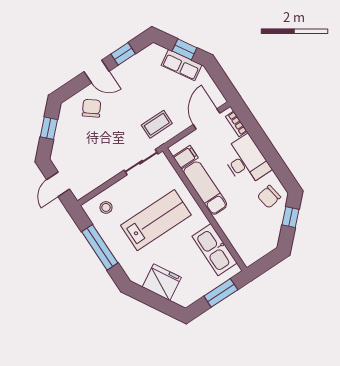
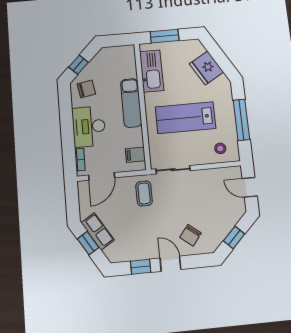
coffee table: (157, 124) -> (144, 193), turned 90
door: (58, 184) -> (250, 187), swing flipped
exam couch: (205, 188) -> (131, 103), moved

